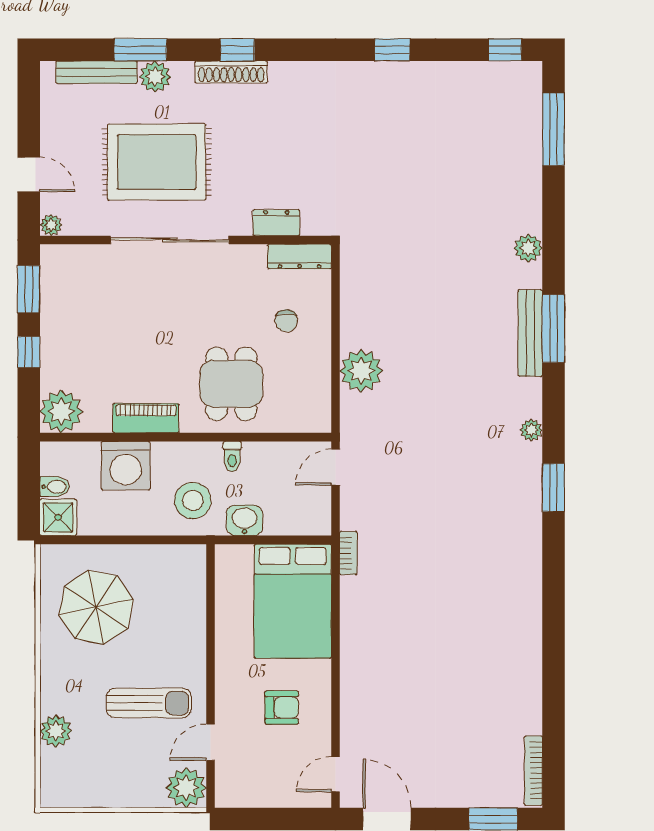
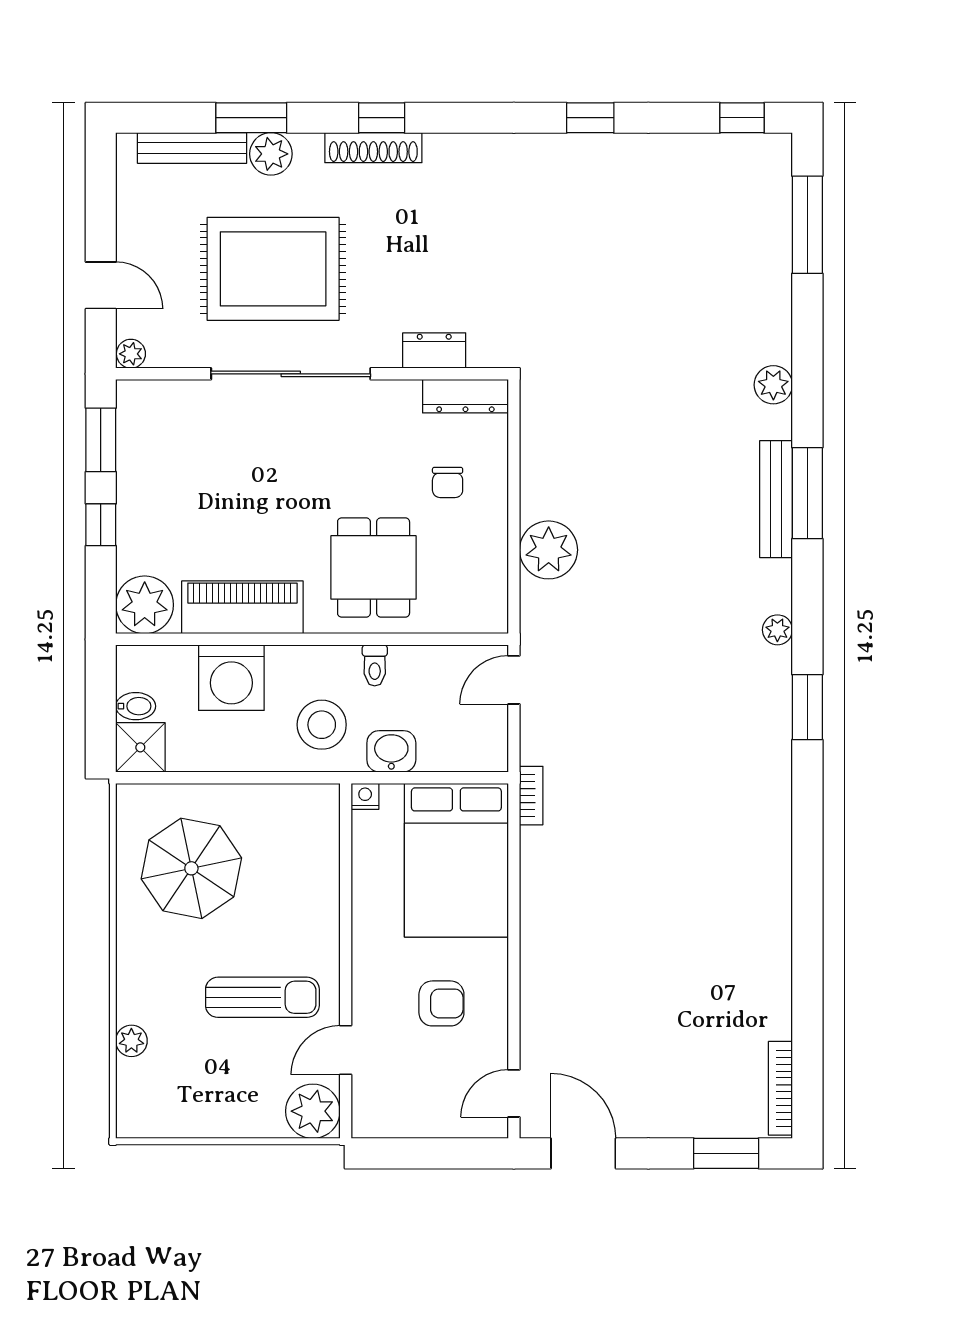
piano: (146, 418) -> (242, 607), width x1.37, depth x1.33
nightstand: (225, 554) -> (365, 796), added
plant: (56, 731) -> (131, 1041), width x0.73, depth x0.73

